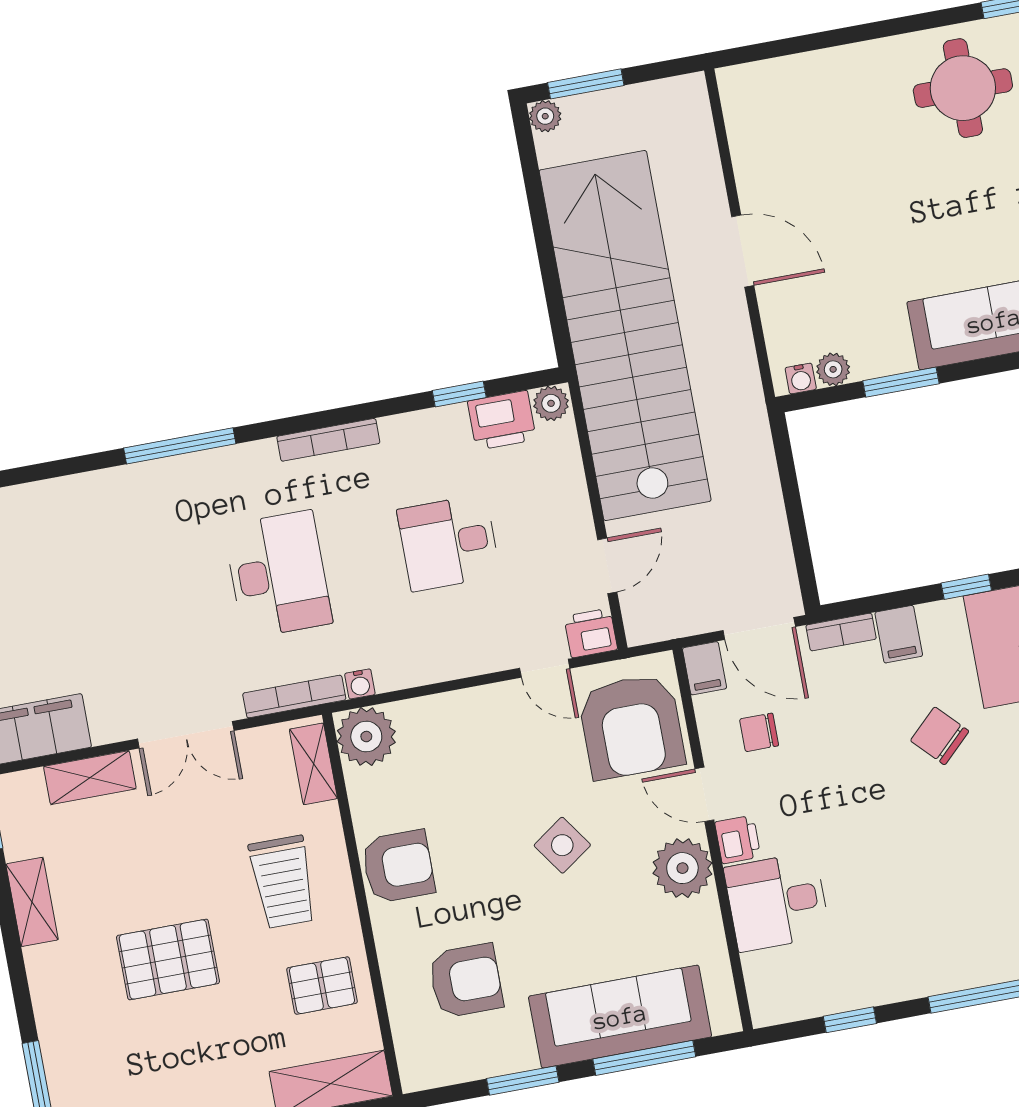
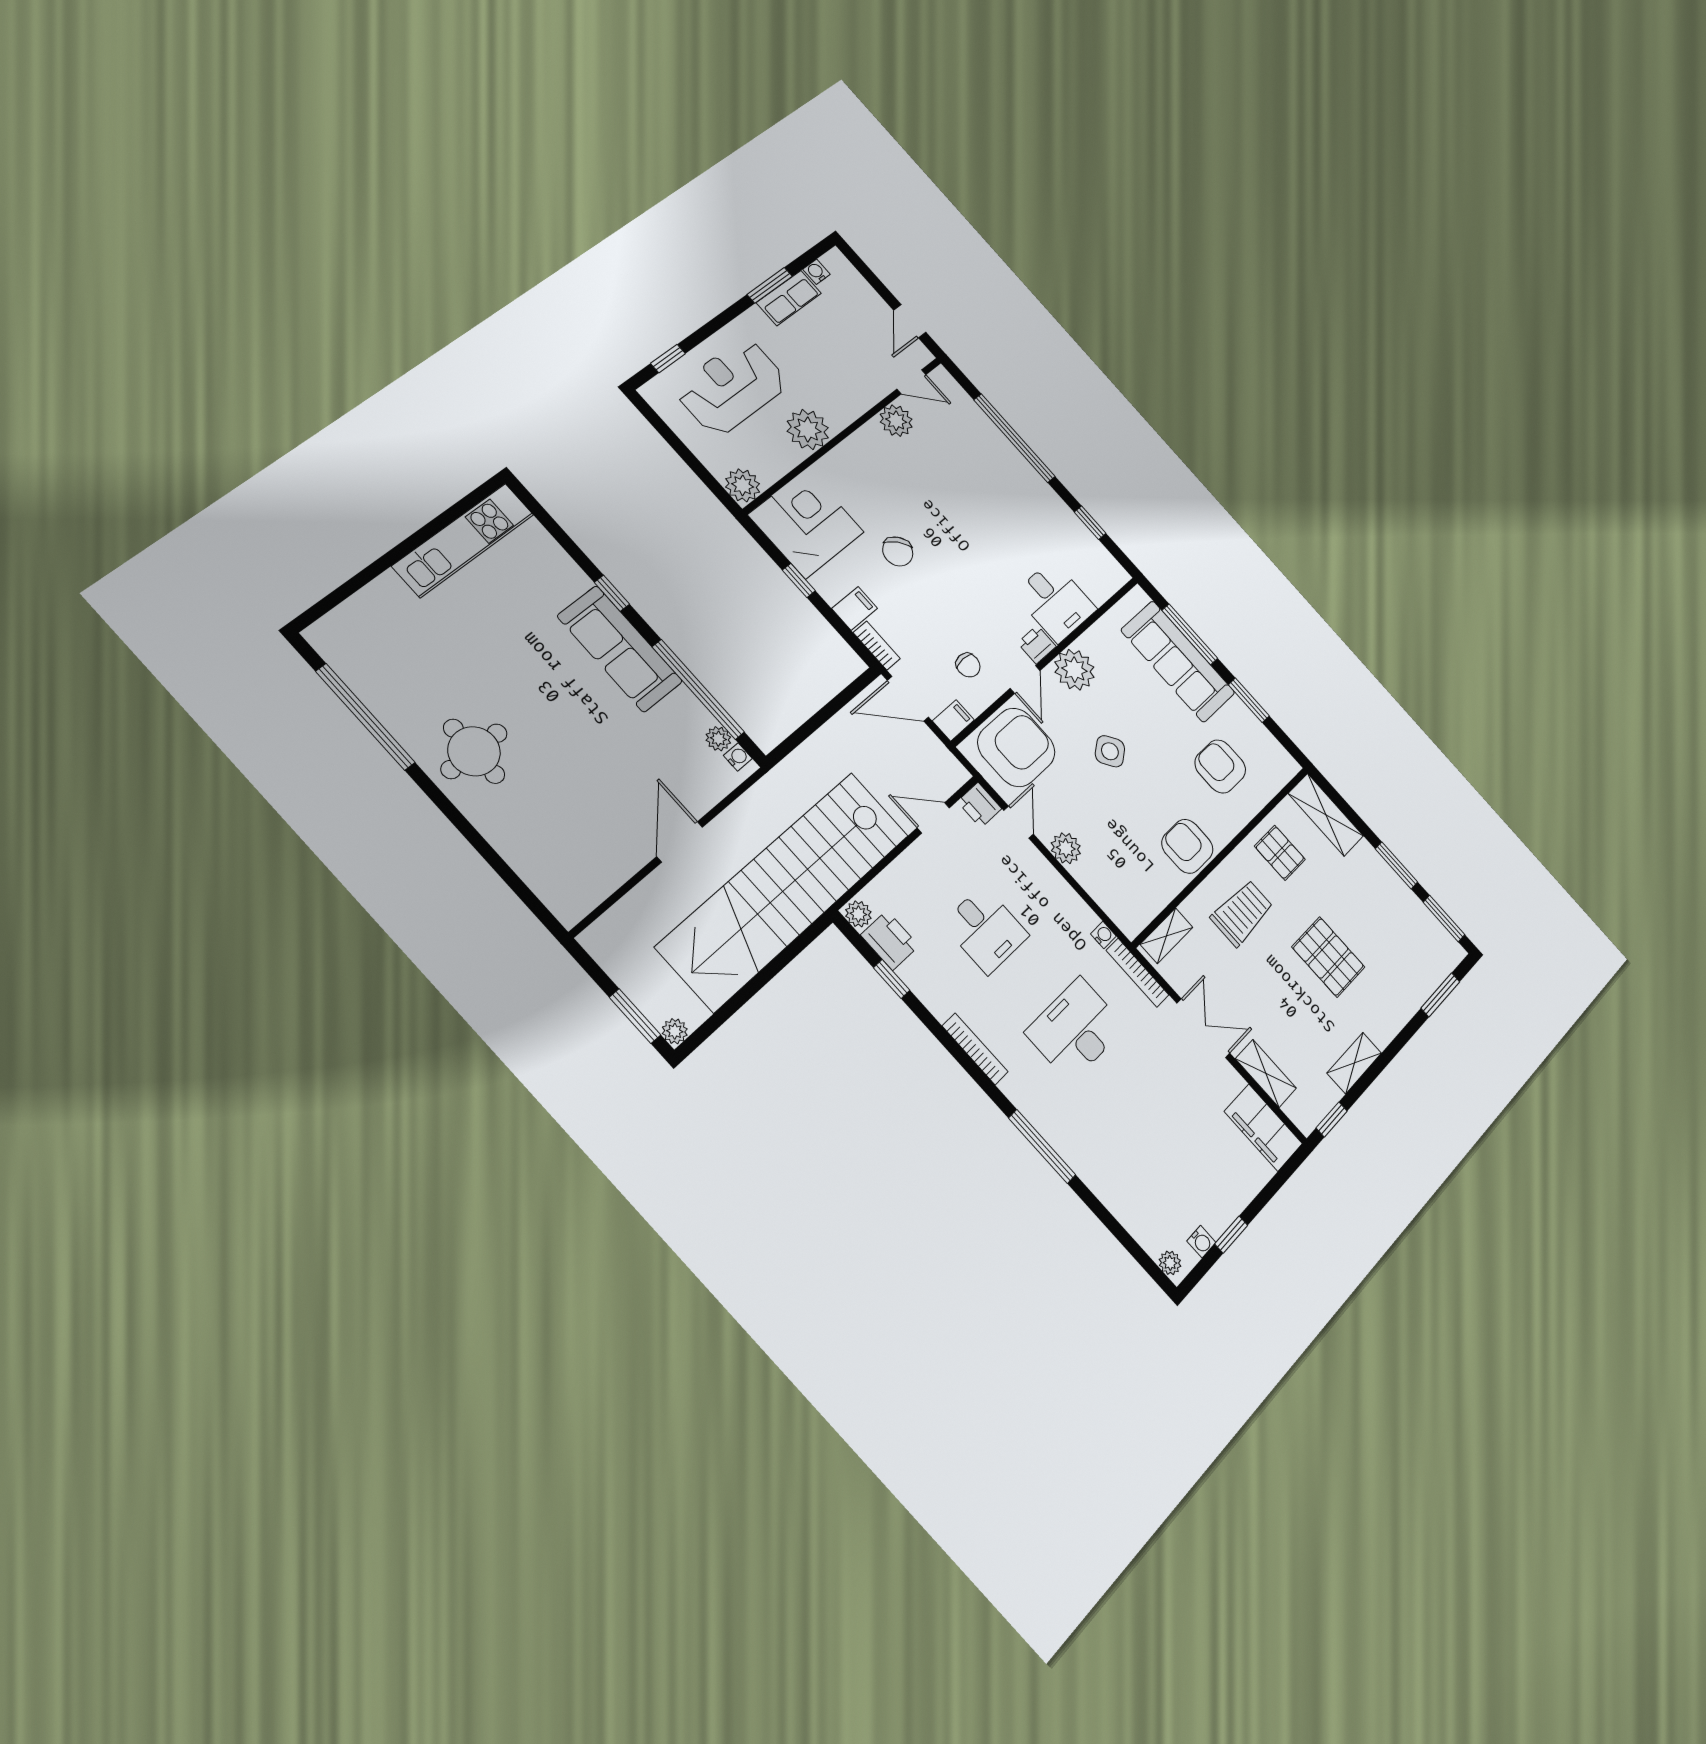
window: (901, 382) -> (698, 689), width x2.11
door: (759, 629) -> (908, 699), swing flipped
plant: (366, 737) -> (1066, 848), moved, width x0.73, depth x0.73

